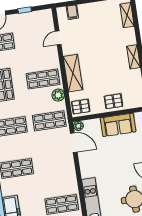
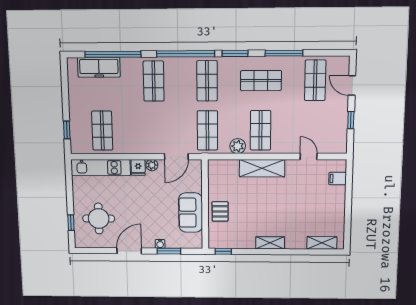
pallet: (81, 107) -> (219, 171), removed
plant: (78, 126) -> (152, 165), moved
fridge: (87, 172) -> (138, 167), added

